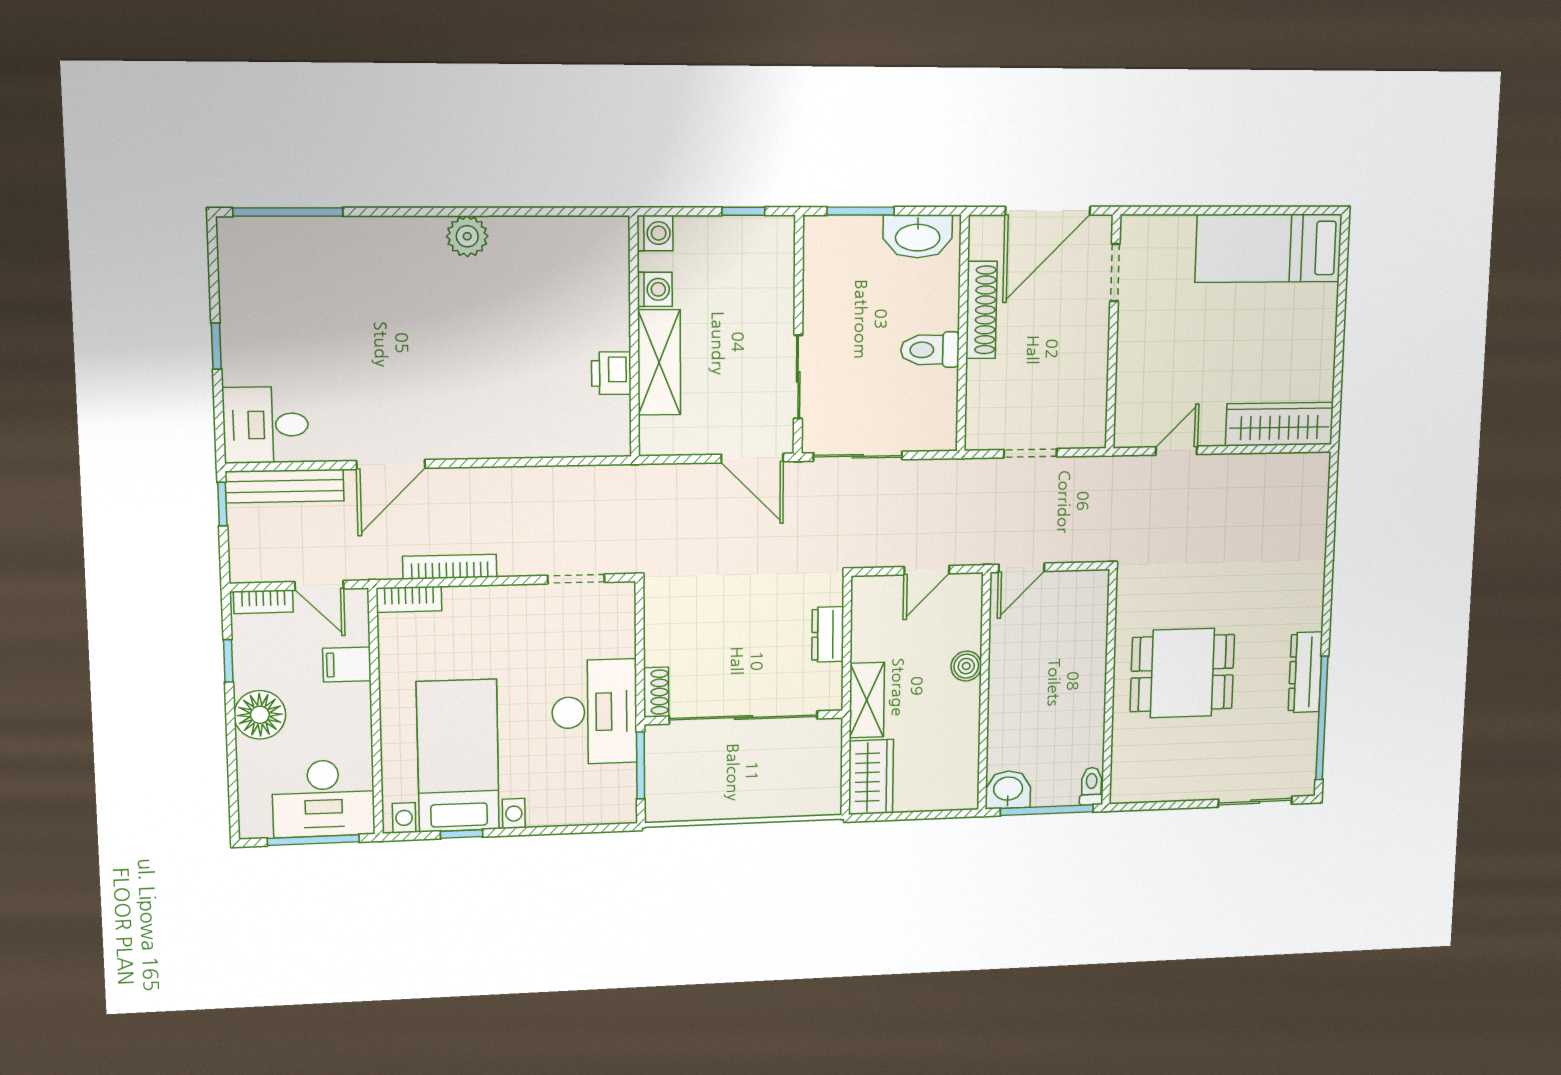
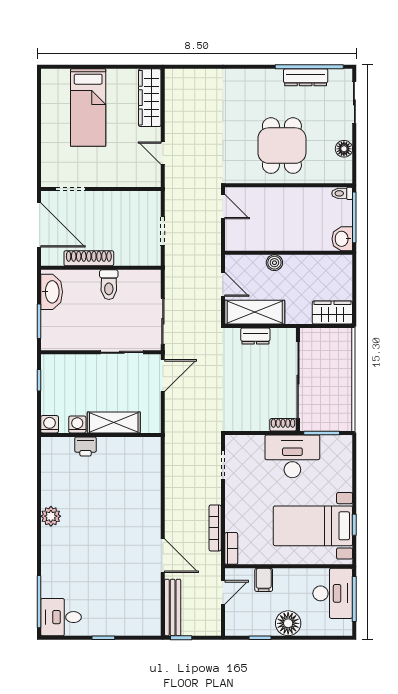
bed: (1269, 248) -> (88, 108), moved
printer: (611, 373) -> (85, 446), moved
desk: (266, 425) -> (61, 617), moved, turned 90
door: (1022, 568) -> (223, 207), moved
bookcase: (263, 602) -> (230, 620), removed
dresser: (1305, 672) -> (306, 77), moved
shelving: (867, 700) -> (255, 312), moved, width x1.50, depth x1.33
floor lamp: (1172, 786) -> (344, 149), added

